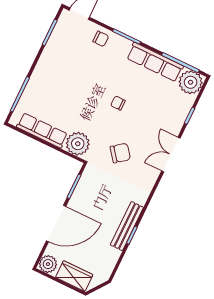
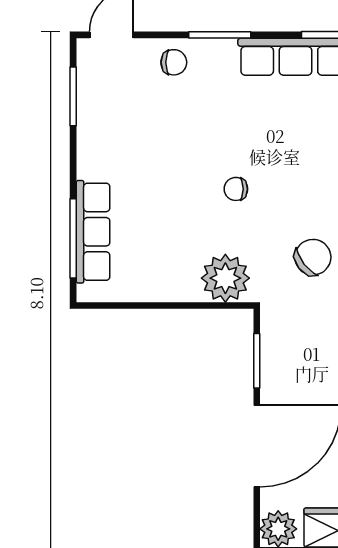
chair: (118, 103) -> (236, 189), moved
row of seats: (42, 131) -> (93, 232), moved, turned 90

